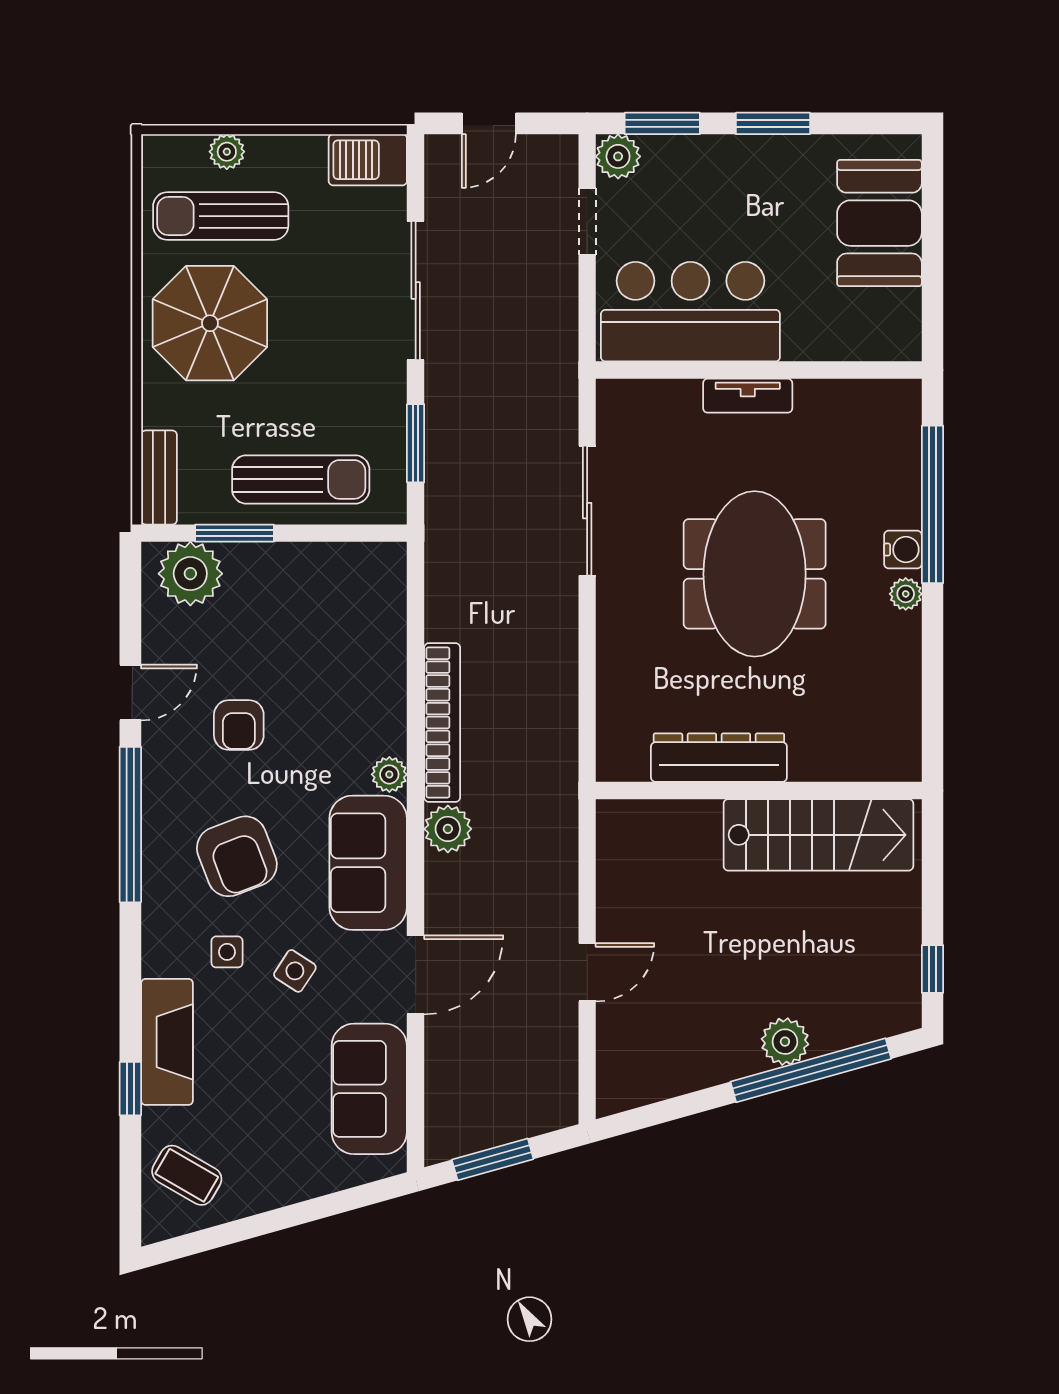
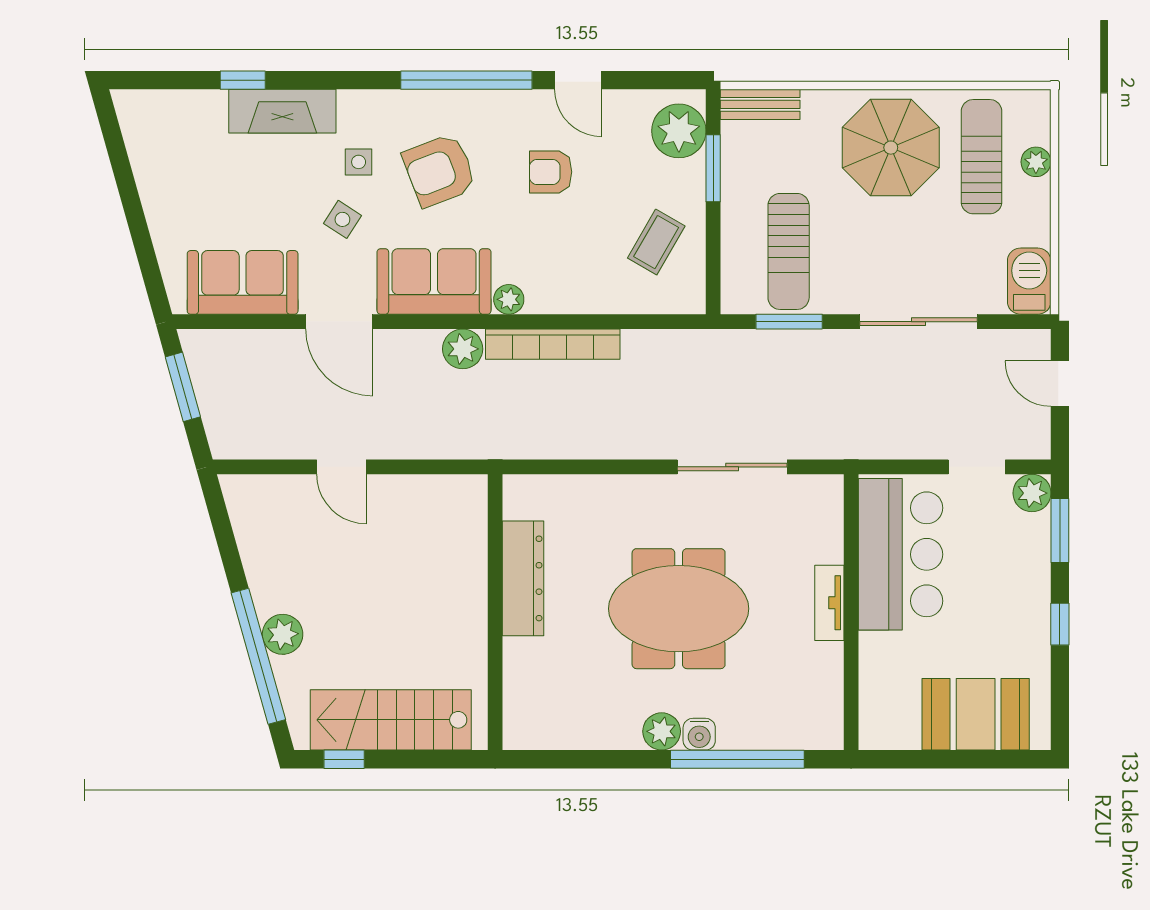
window: (773, 123) -> (1060, 624), width x0.67
sun lounger: (301, 479) -> (789, 251), moved
plant: (906, 594) -> (662, 731), width x1.38, depth x1.38
stairs: (818, 835) -> (391, 720), moved, turned 90
coffee table: (187, 1175) -> (656, 242), moved

